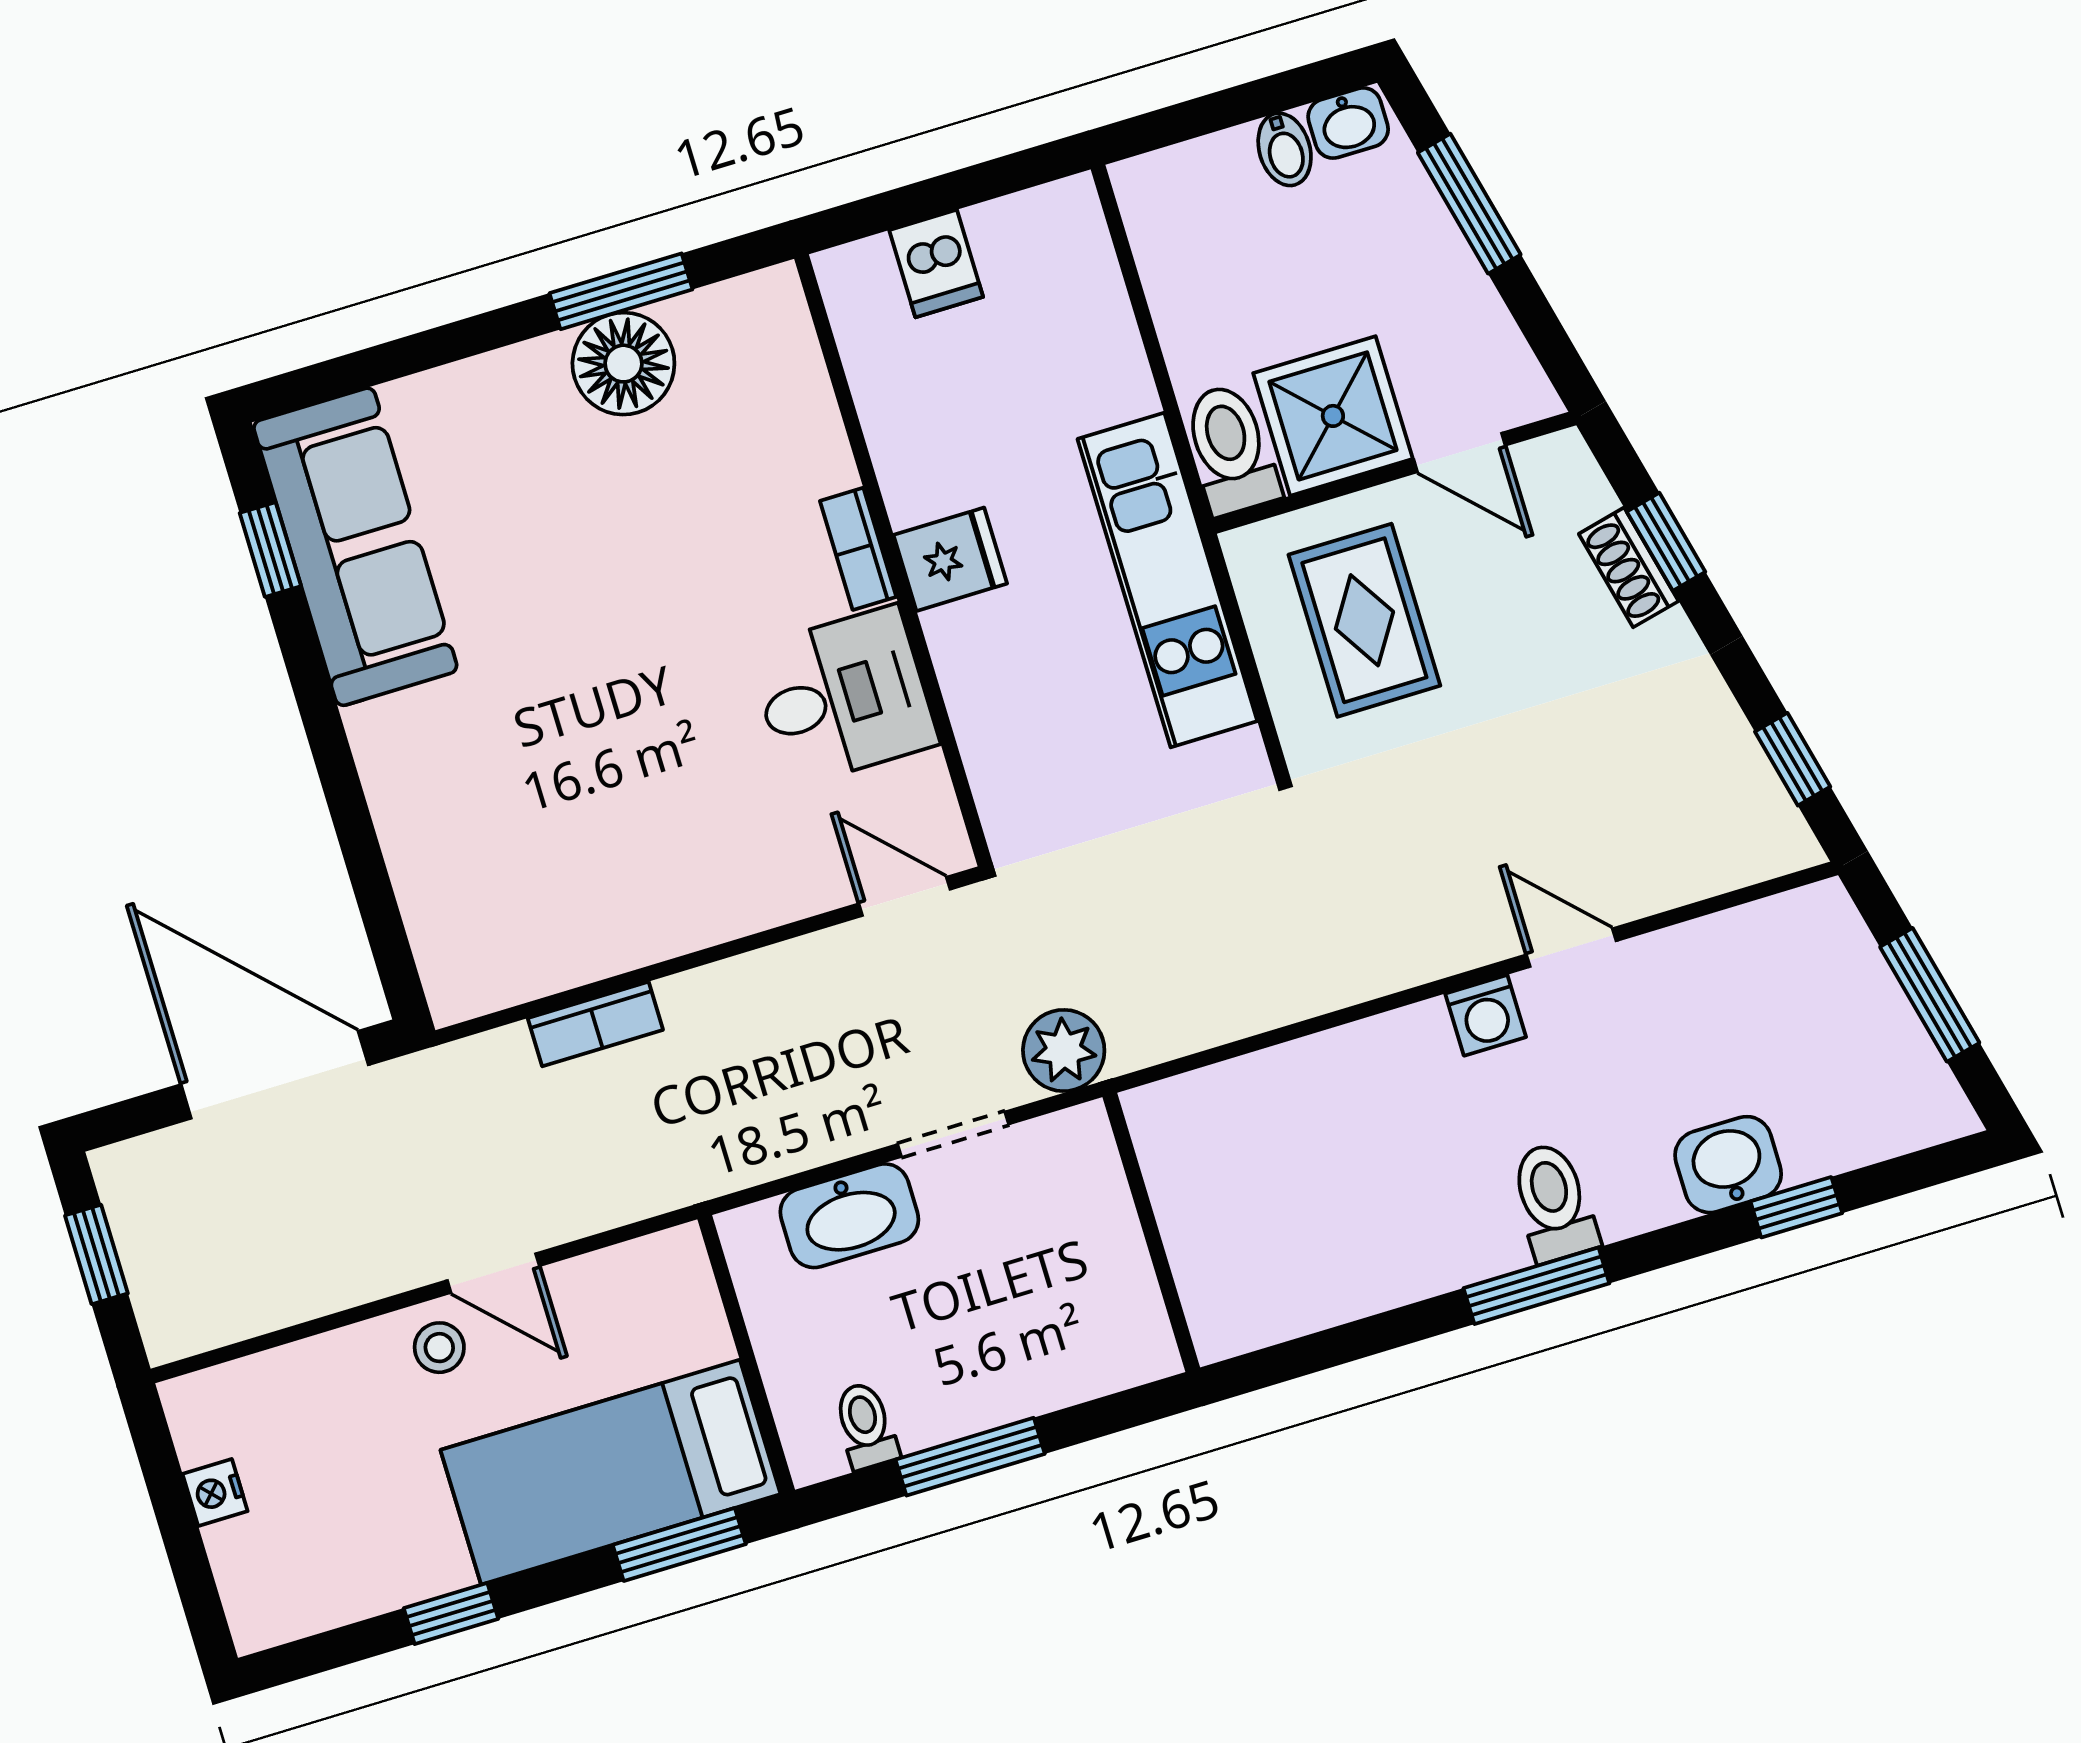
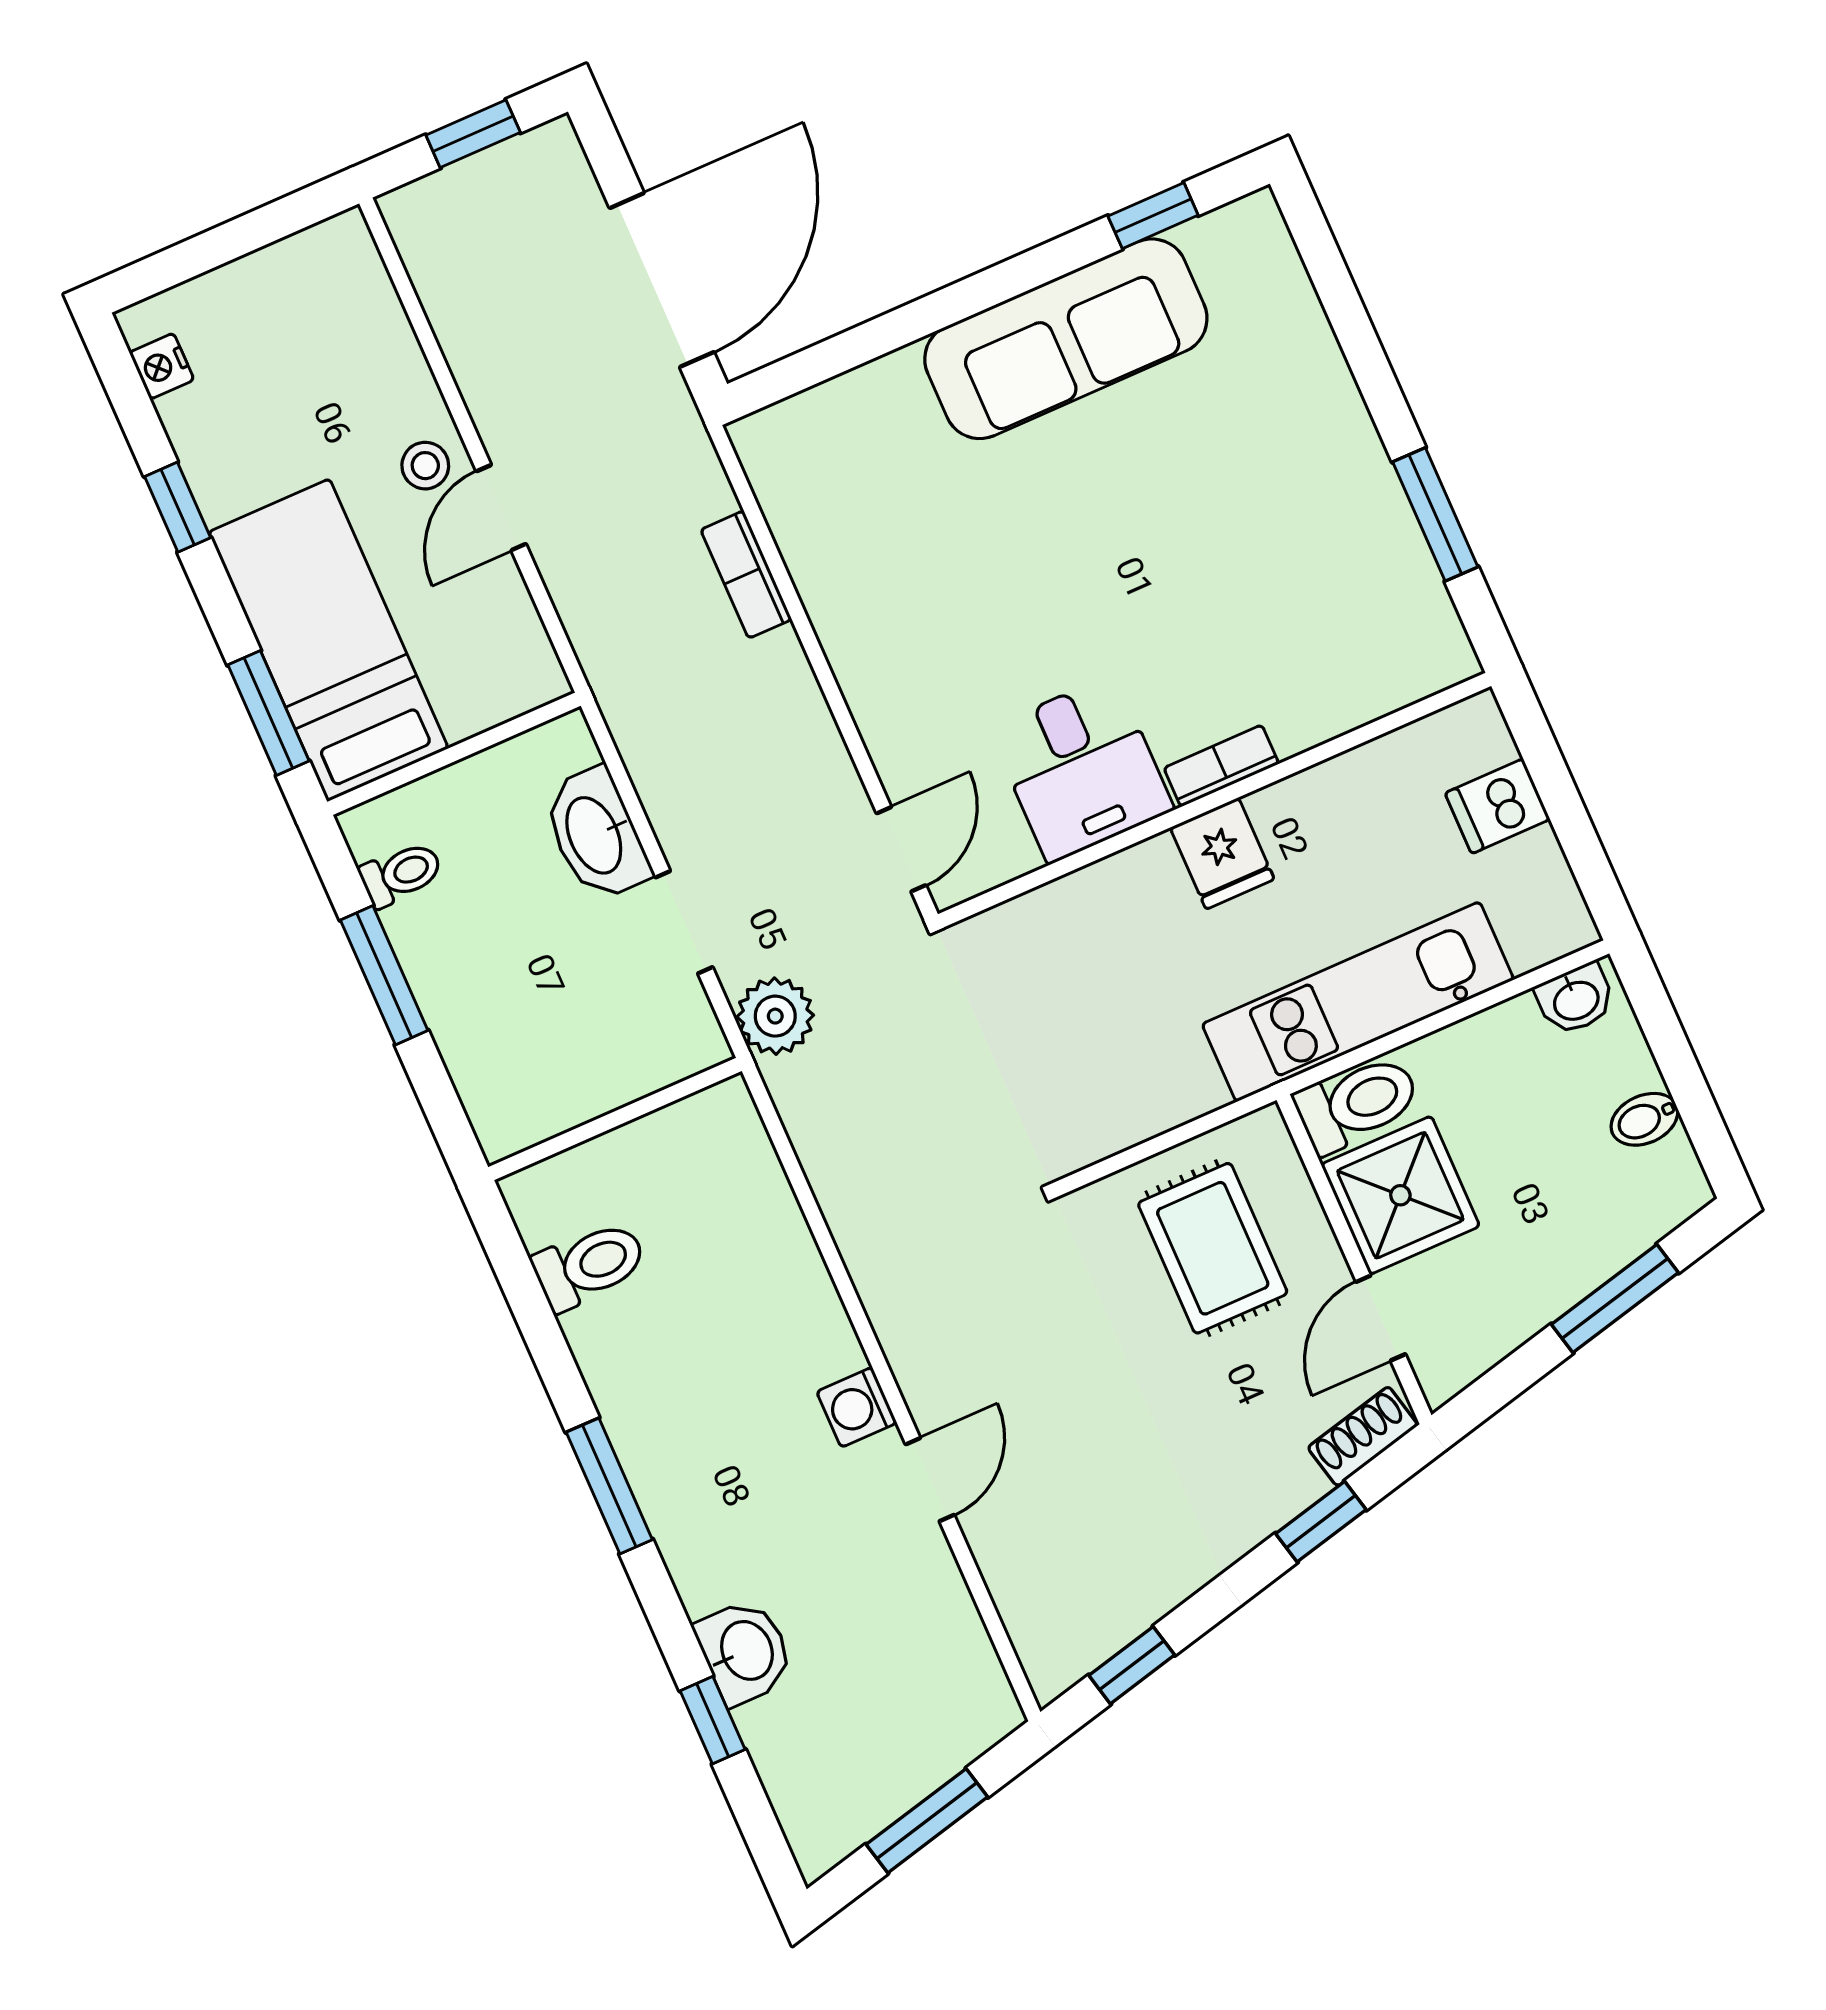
washbasin: (1348, 123) -> (1576, 999), moved, turned -90
floor lamp: (623, 364) -> (1368, 525), removed
sofa: (355, 547) -> (1066, 339), moved
shoe rack: (1629, 567) -> (1363, 1436), moved
kitchen unit: (1167, 580) -> (1358, 1002), moved
rug: (1364, 620) -> (1213, 1248), turned 90
toilet: (1554, 1202) -> (590, 1265), moved
nightstand: (215, 1493) -> (162, 366), moved, turned -90

